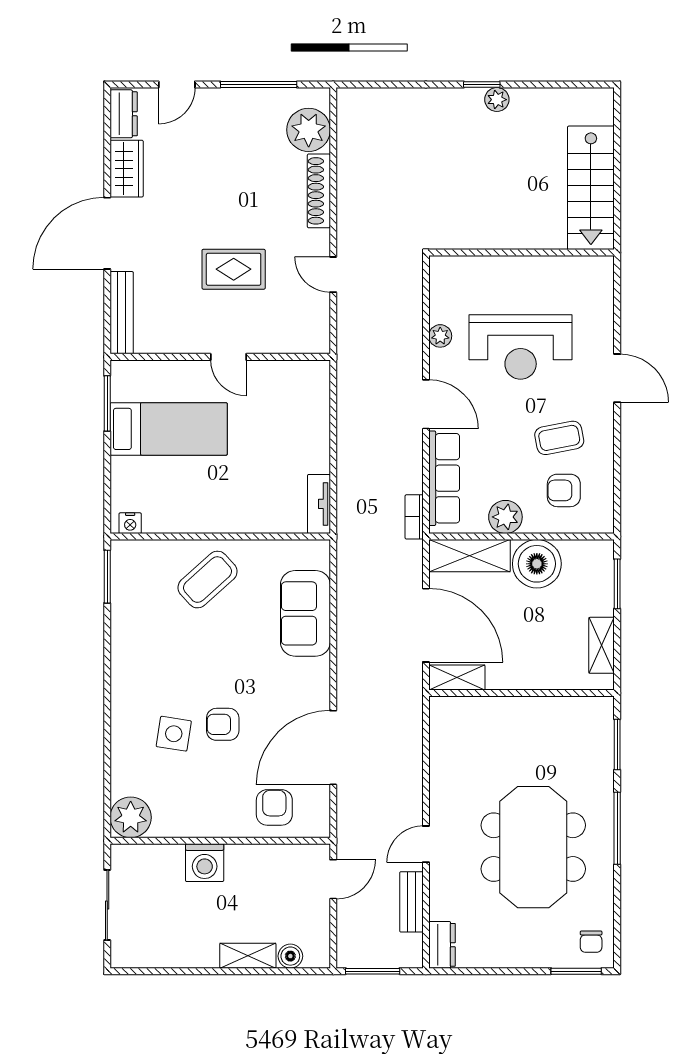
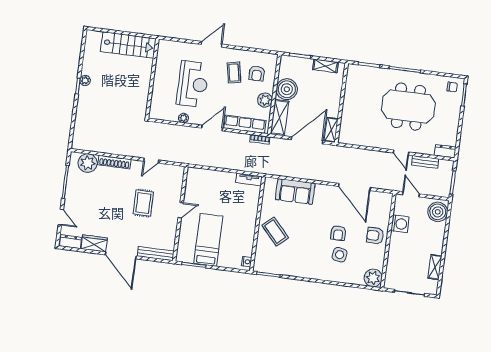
armchair: (274, 807) -> (375, 236), moved
washing machine: (205, 863) -> (400, 224), moved
shelving: (248, 956) -> (435, 267), moved
boiler: (290, 956) -> (438, 212), width x1.86, depth x1.86

